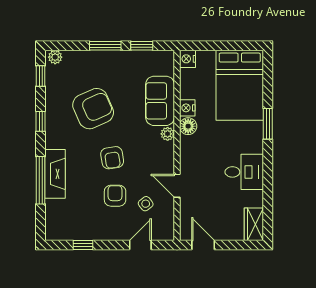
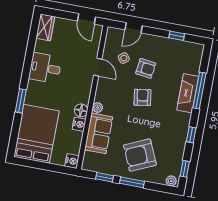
armchair: (93, 109) -> (140, 155), moved
armchair: (115, 196) -> (146, 68), turned -83

